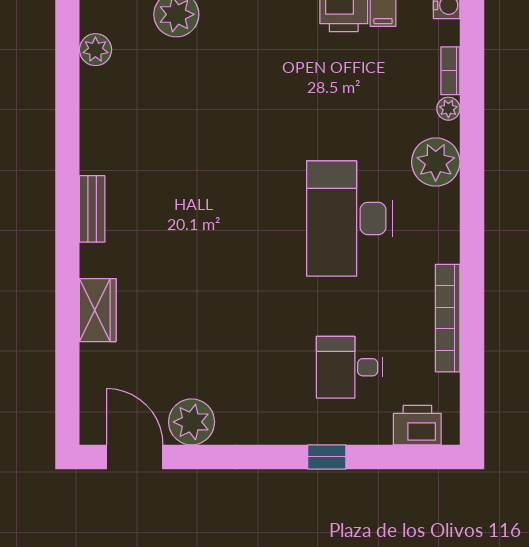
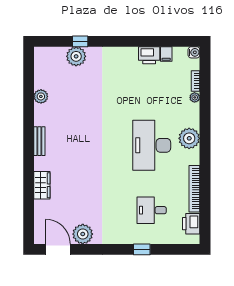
plant: (95, 50) -> (41, 96), moved
plant: (436, 162) -> (189, 138), moved
printer: (417, 425) -> (191, 224), moved, turned -90

